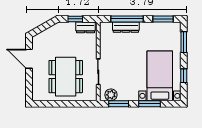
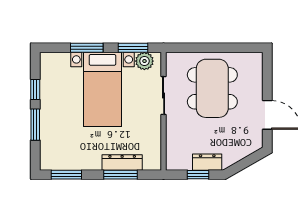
window: (127, 19) -> (121, 175), width x0.69
dresser: (85, 27) -> (207, 162), moved
window: (184, 42) -> (35, 125), moved
bed with nightstands: (160, 76) -> (103, 89), moved

